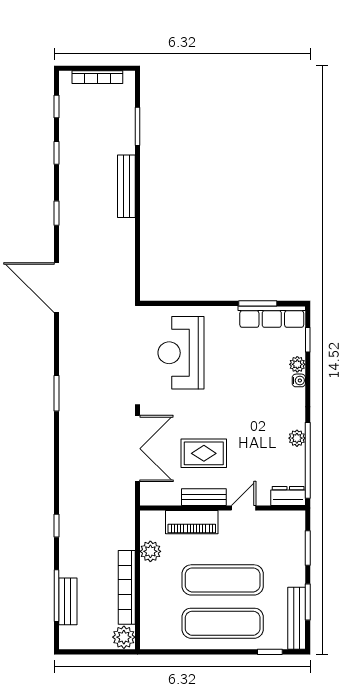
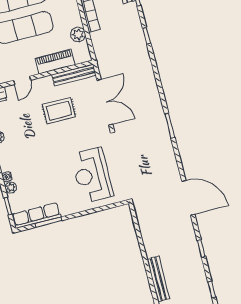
reception desk: (181, 353) -> (92, 175), turned 180
double door: (138, 449) -> (105, 102), swing flipped
bench: (204, 497) -> (74, 75), moved, width x1.36

